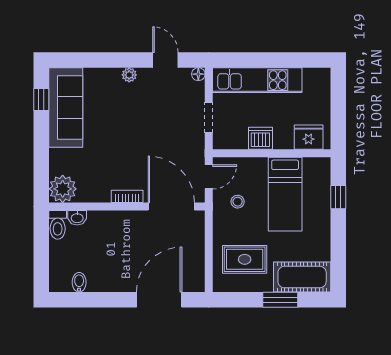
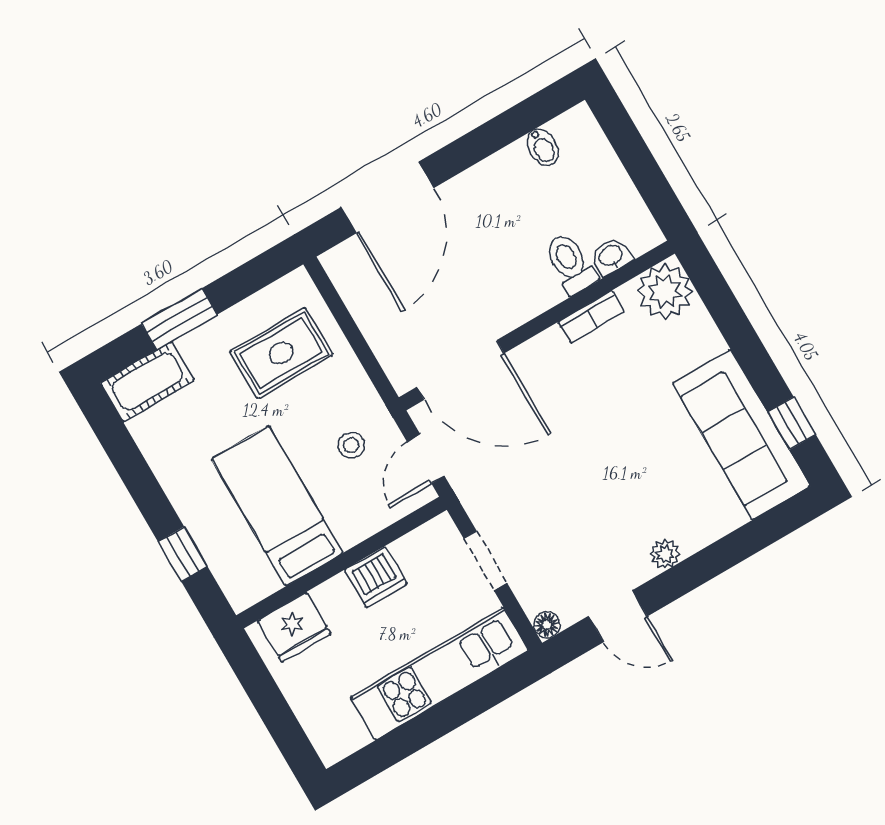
bookcase: (127, 196) -> (591, 317), moved
toilet: (58, 225) -> (570, 264), moved
cot: (302, 277) -> (148, 381), width x0.73, depth x0.75

